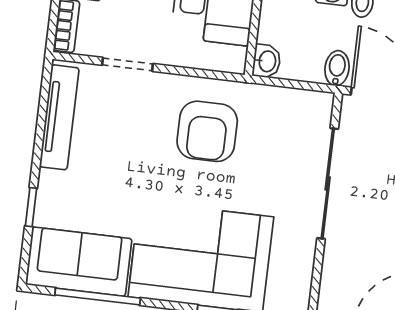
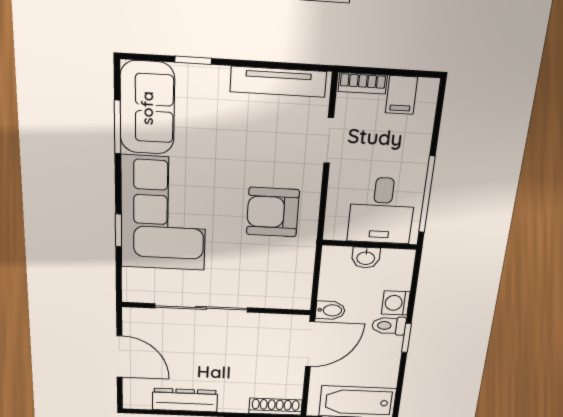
washbasin: (267, 61) -> (366, 258), moved
sliding door: (328, 184) -> (201, 308), moved
window: (98, 297) -> (118, 127), width x0.69

